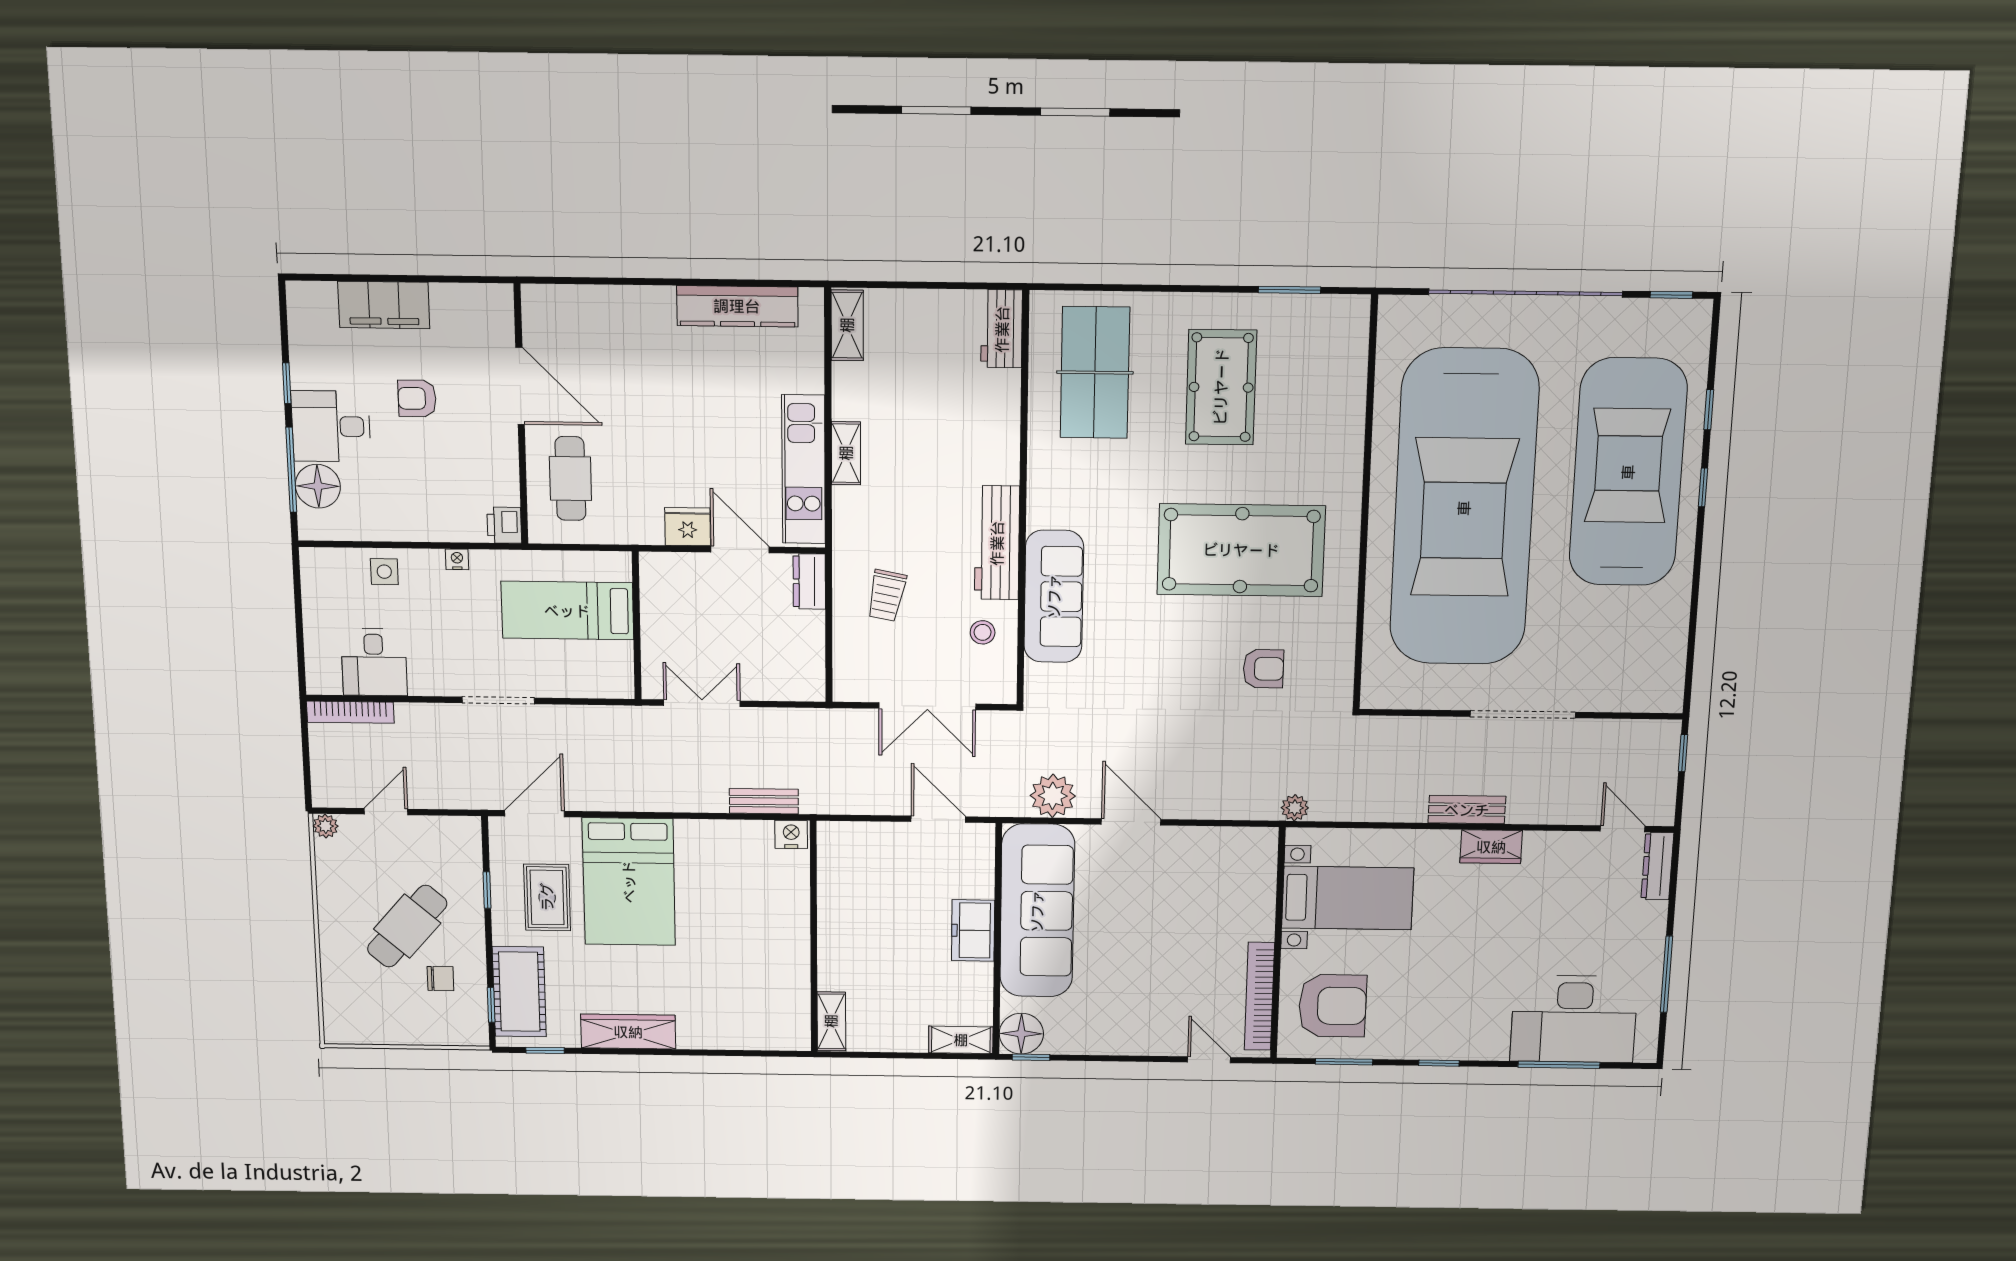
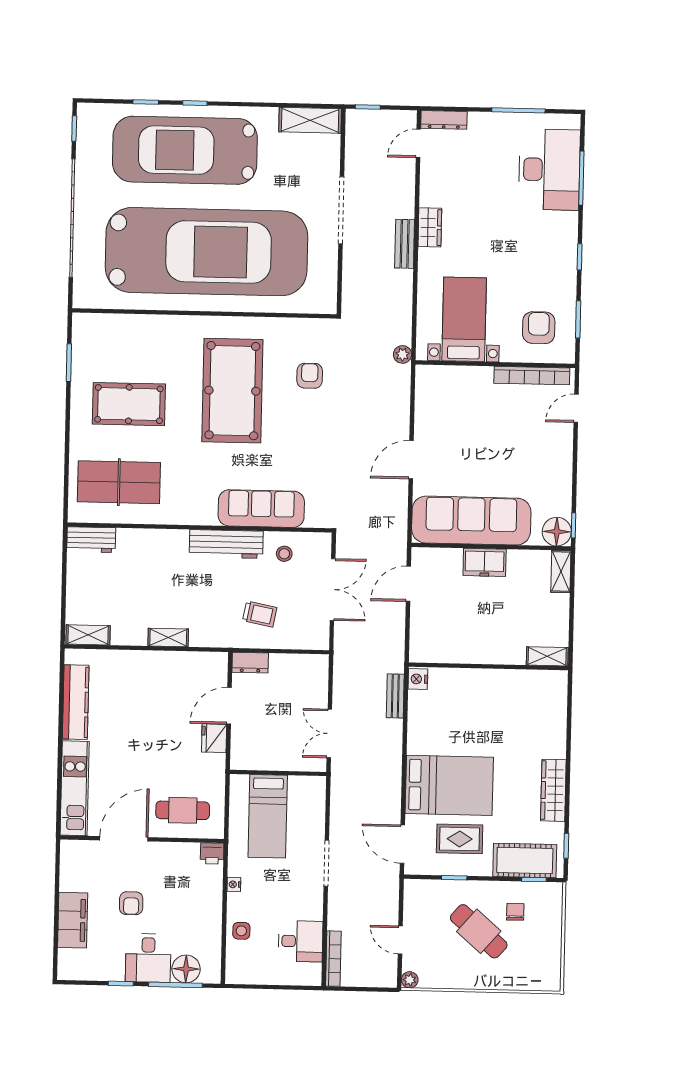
kitchen unit: (804, 469) -> (75, 788), moved, turned -90
shelving: (1667, 666) -> (310, 120), added
plant: (1053, 796) -> (393, 510), removed
armchair: (1332, 1006) -> (539, 328), width x0.73, depth x0.73

